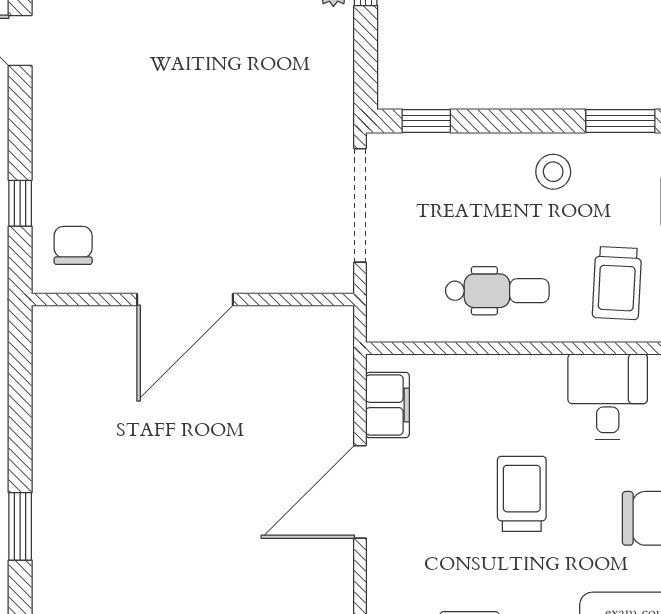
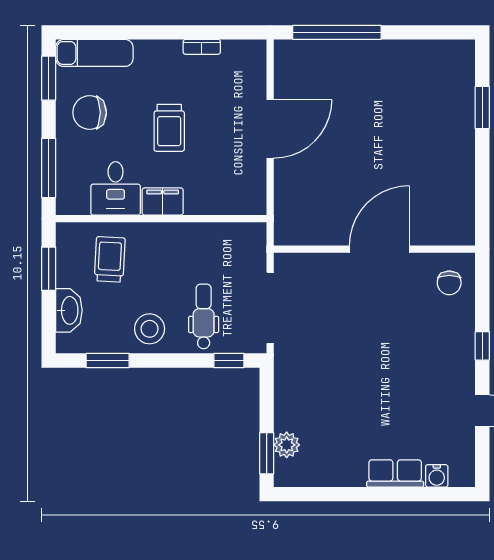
stool: (553, 172) -> (150, 329), width x1.38, depth x1.38
window: (20, 203) -> (482, 346), moved
dental chair: (497, 291) -> (204, 316), moved, turned 90
filing cabinet: (387, 405) -> (163, 202), moved, turned 90

